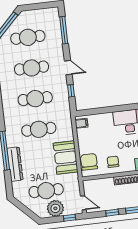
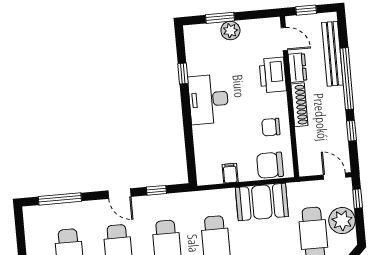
door: (68, 68) -> (119, 194), swing flipped
filing cabinet: (81, 123) -> (230, 173), moved
door: (83, 203) -> (335, 176), hinge flipped

